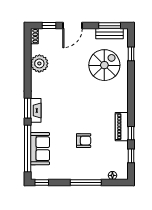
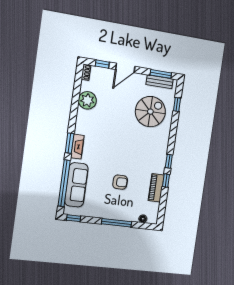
piano: (122, 127) -> (156, 188), moved
sofa: (40, 149) -> (76, 185), width x1.36
window: (131, 156) -> (169, 161), moved

